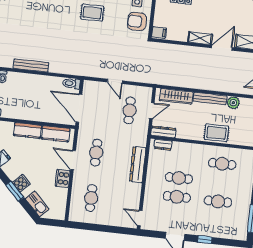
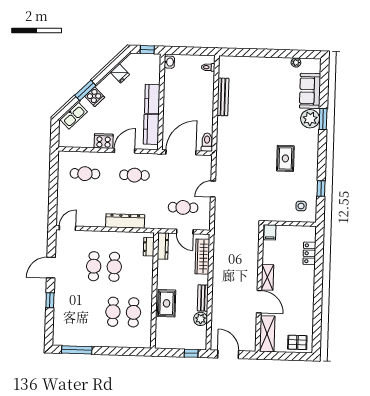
armchair: (137, 21) -> (280, 208), removed
bench: (210, 98) -> (203, 298), width x0.73
cafe table: (218, 201) -> (113, 312), moved

